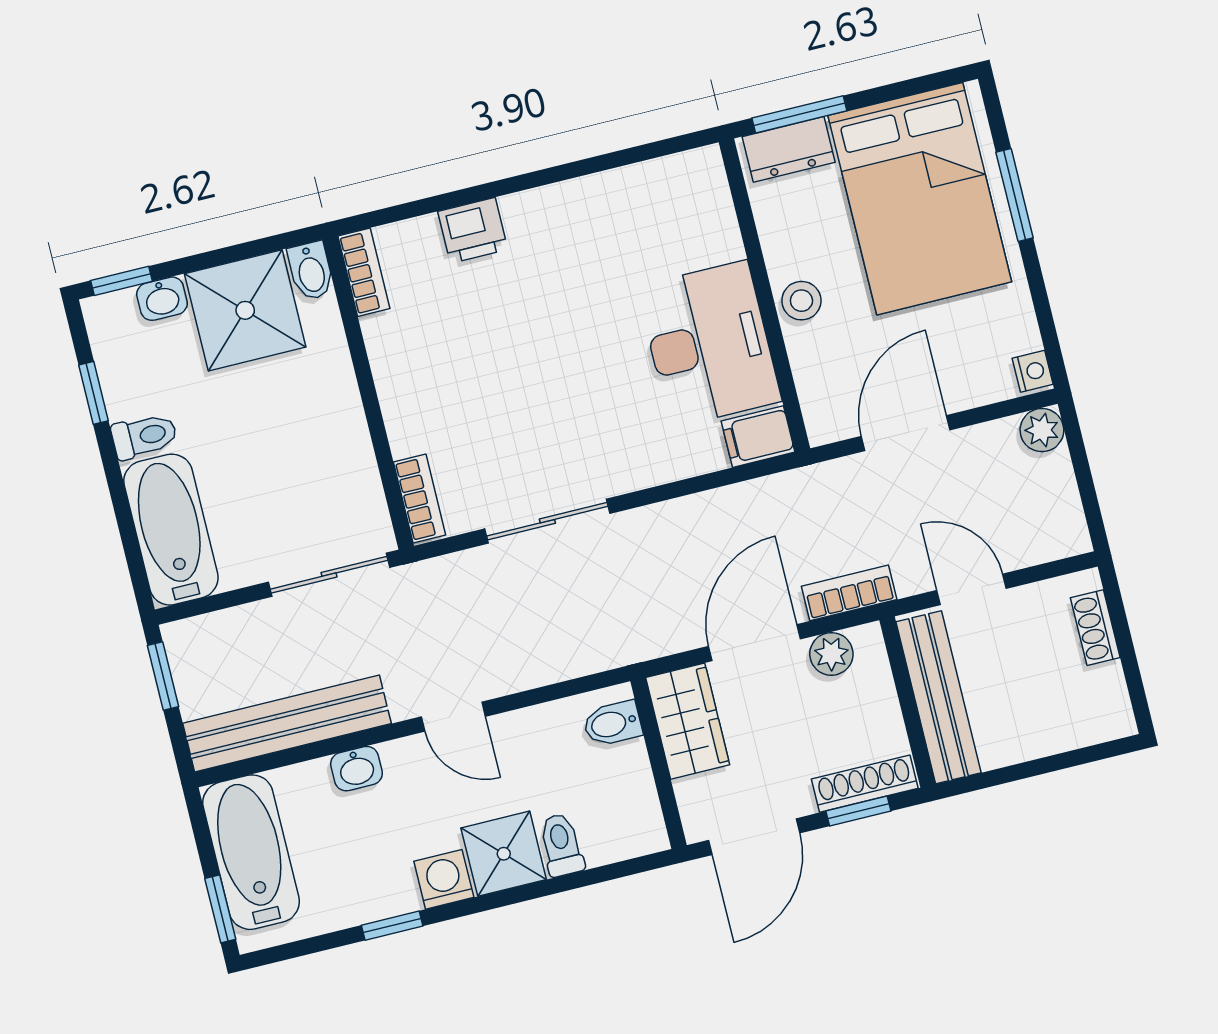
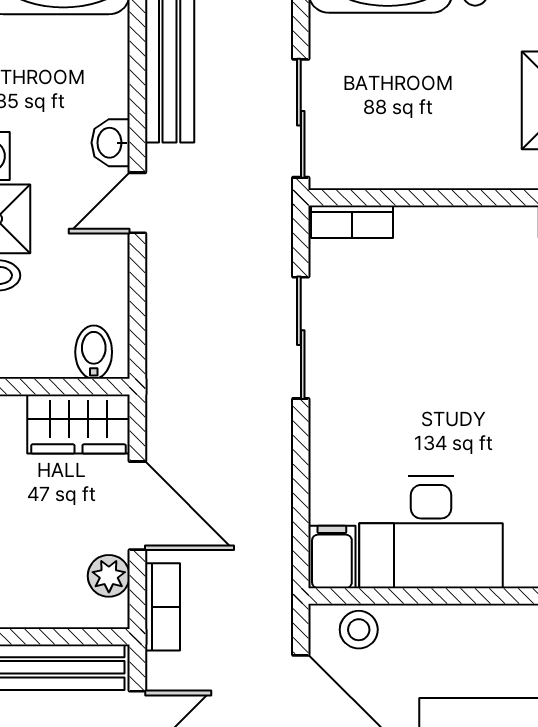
stool: (801, 301) -> (359, 630), moved
washbasin: (356, 769) -> (111, 143), moved

